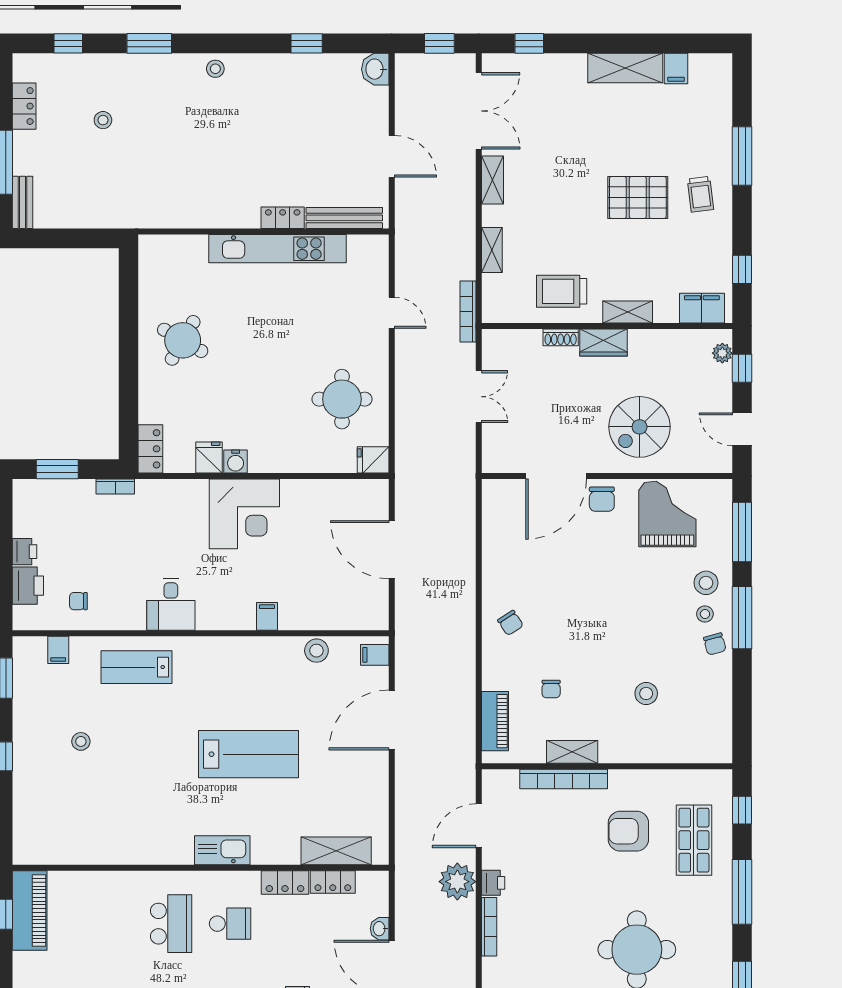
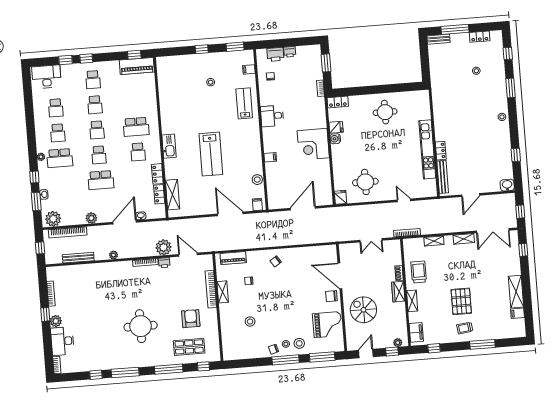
door: (392, 313) -> (404, 200), swing flipped
round table: (183, 340) -> (385, 112), turned -30

